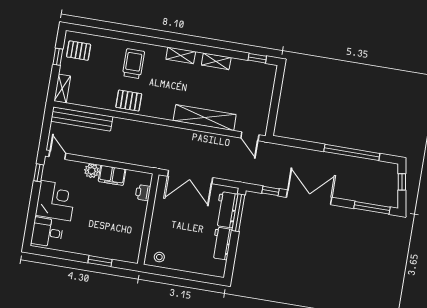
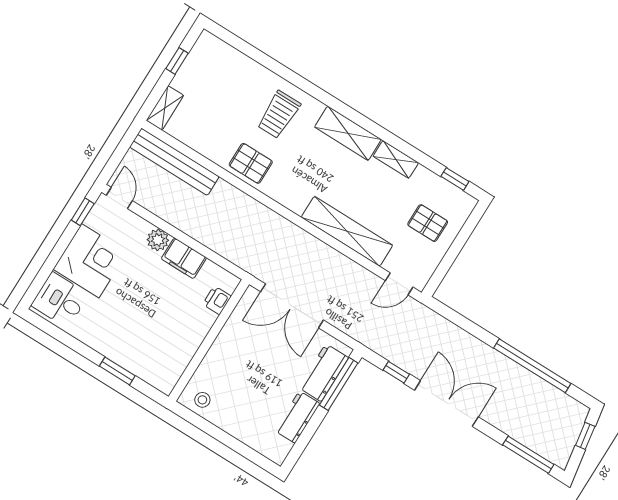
pallet: (79, 51) -> (428, 223), moved
shelving: (181, 55) -> (348, 133), width x1.50, depth x1.33
trolley: (133, 64) -> (279, 115), turned 180
door: (250, 136) -> (399, 284), hinge flipped

